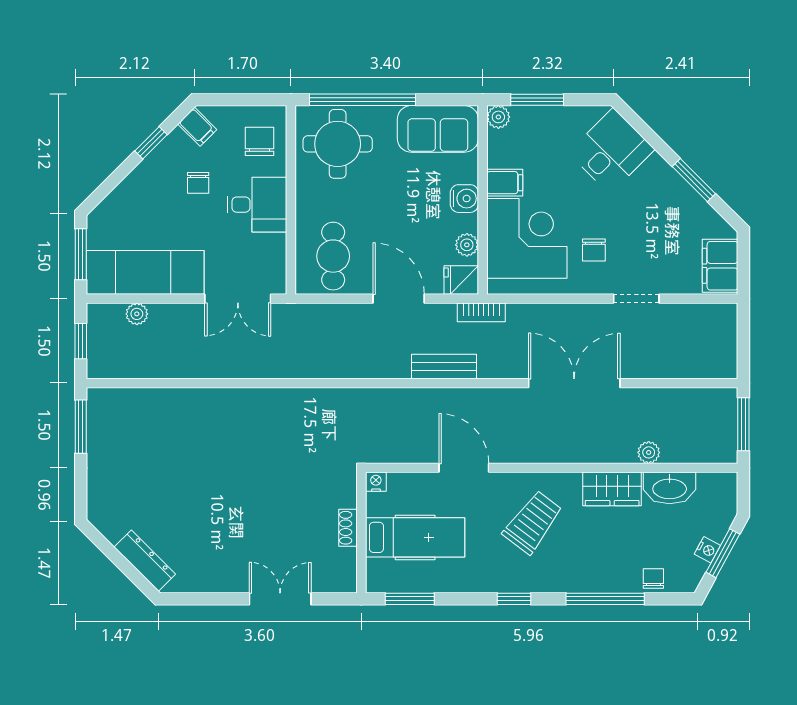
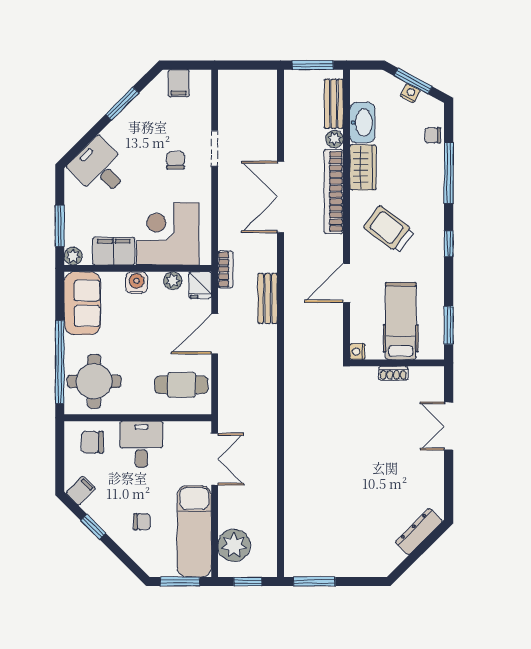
chair: (198, 183) -> (142, 522), moved
filing cabinet: (505, 183) -> (114, 251), width x2.00
chair: (594, 250) -> (175, 160), moved, turned -90
filing cabinet: (720, 266) -> (179, 83), width x0.50
plant: (137, 314) -> (234, 545), width x1.88, depth x1.88
bookcase: (581, 451) -> (334, 191), added
bench: (694, 451) -> (334, 104), added

